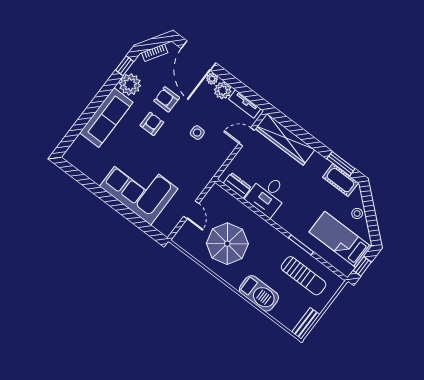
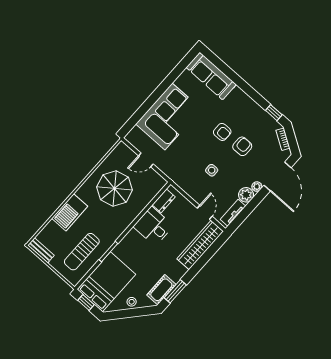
door: (199, 56) -> (277, 177), swing flipped
plant: (130, 84) -> (257, 116), removed
sofa: (106, 118) -> (211, 76), moved
bed: (340, 239) -> (106, 282), width x1.50

